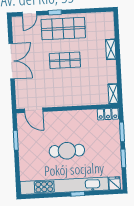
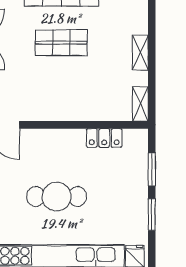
shelving: (111, 49) -> (140, 52), moved
locker: (108, 114) -> (104, 138), moved

